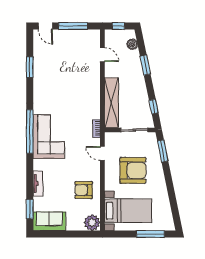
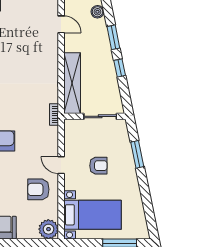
window: (154, 107) -> (120, 68), moved
window: (163, 151) -> (137, 154), moved
door: (102, 153) -> (61, 165), moved
armchair: (133, 170) -> (98, 166), width x0.53, depth x0.53

